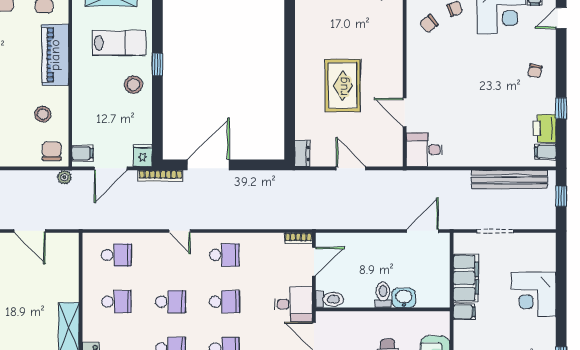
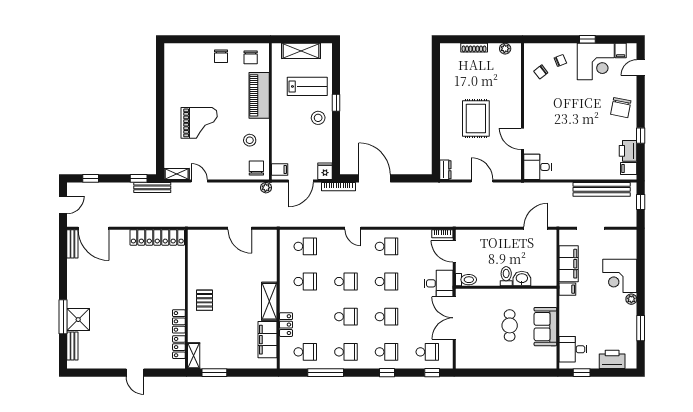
chair: (535, 71) -> (621, 108), width x1.87, depth x1.87
door: (208, 165) -> (375, 178), hinge flipped
door: (314, 262) -> (454, 251), swing flipped
plant: (549, 325) -> (631, 299), added

